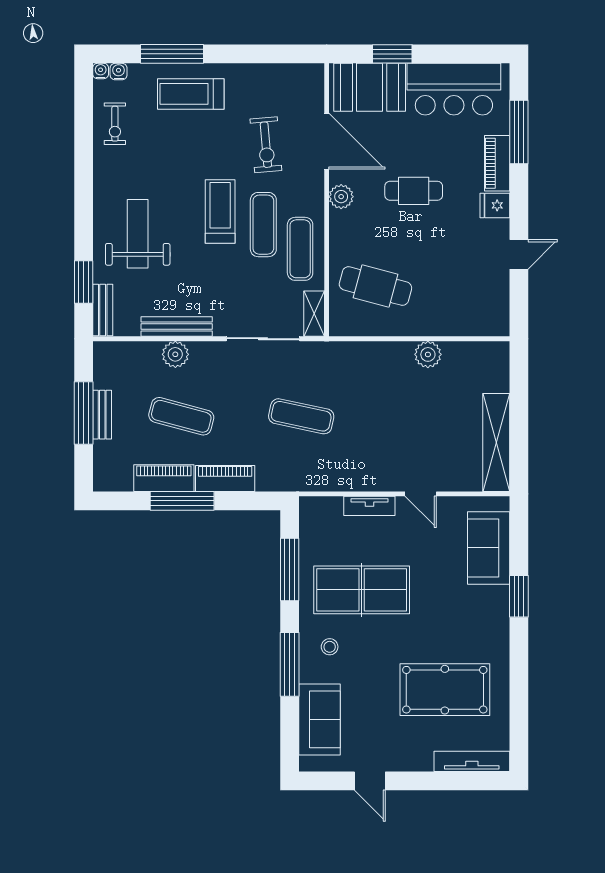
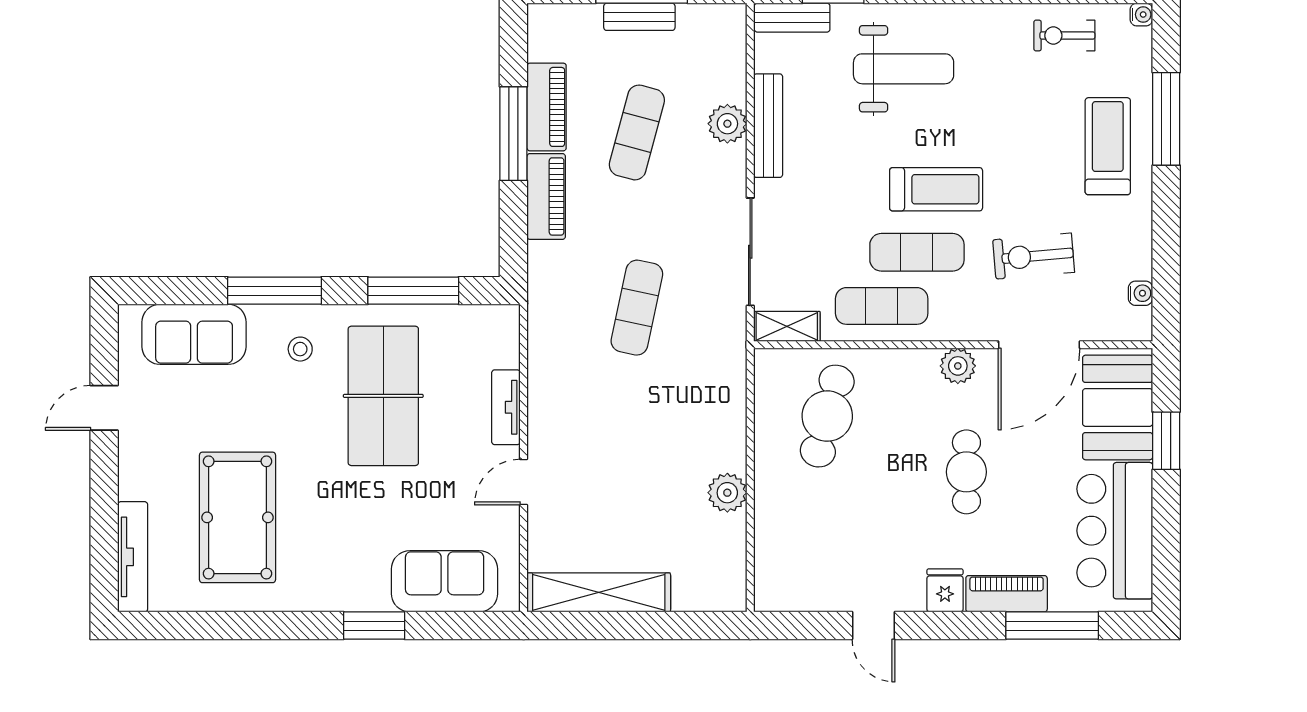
water cooler: (119, 72) -> (1141, 293), moved

